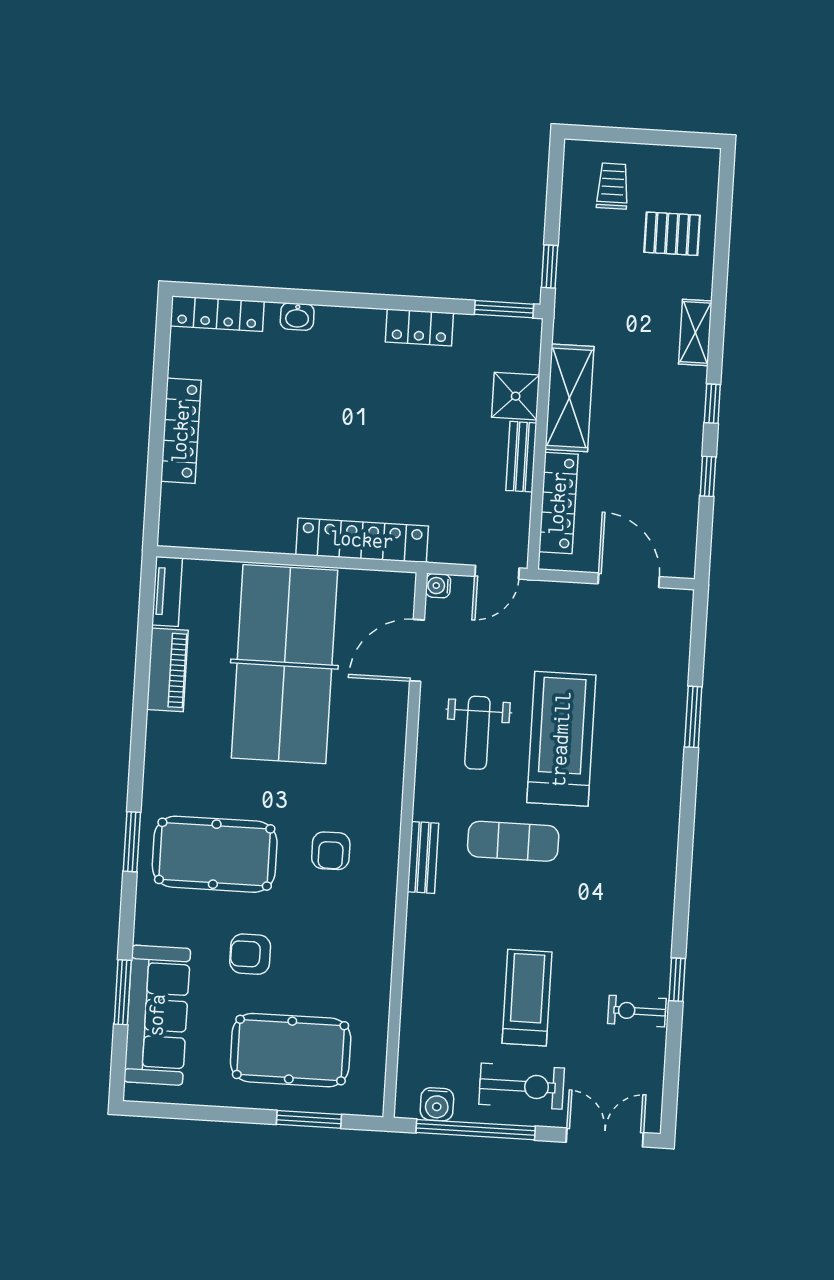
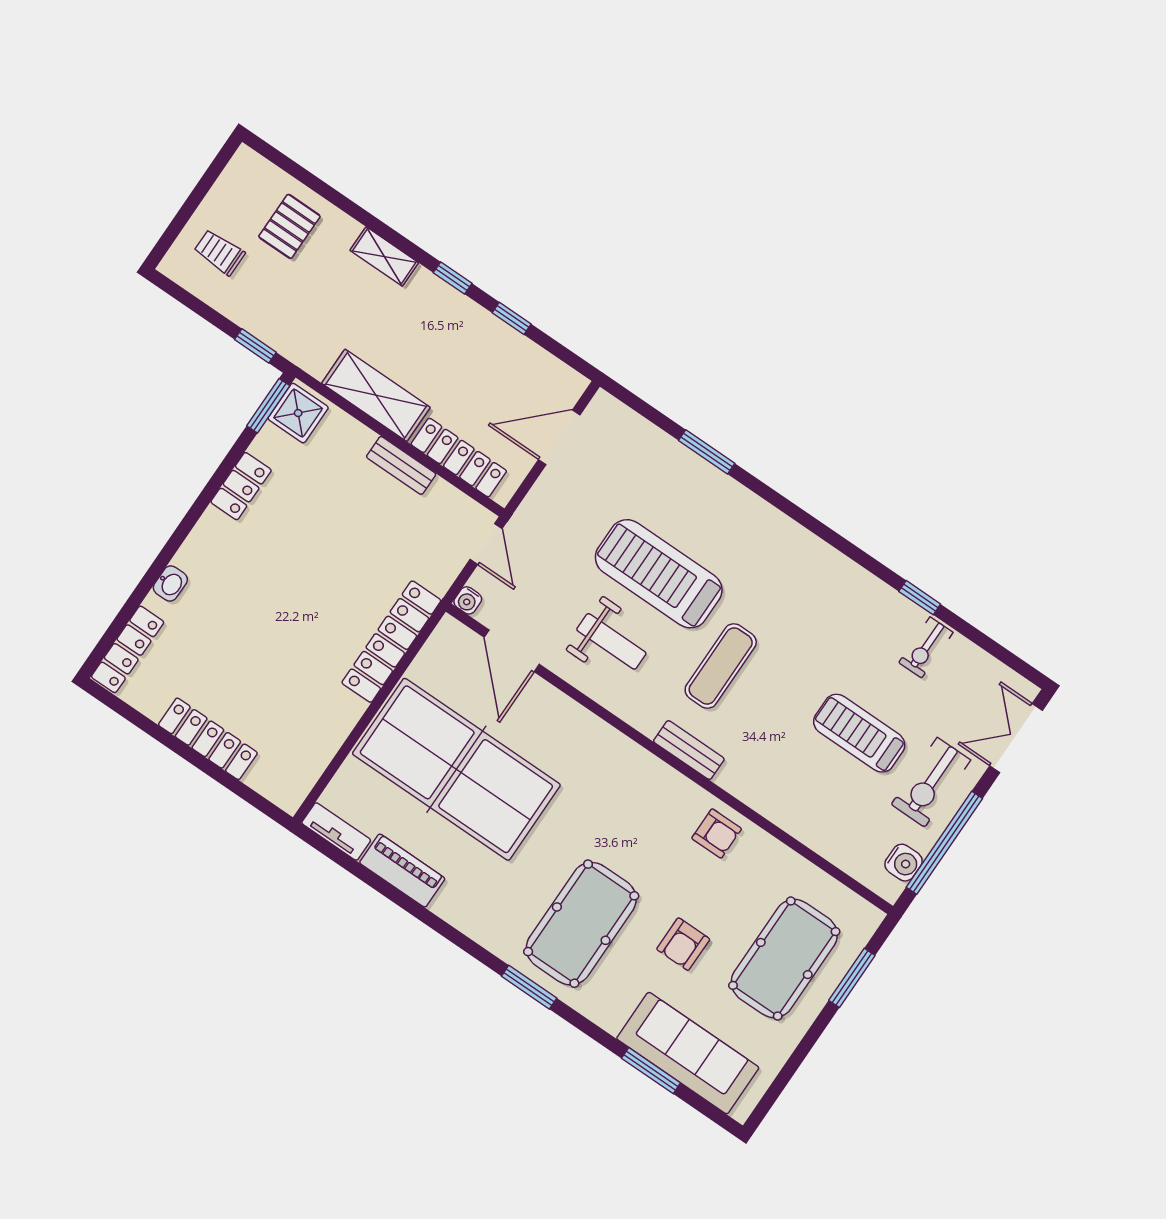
shower: (516, 396) -> (298, 413), moved
armchair: (331, 851) -> (717, 833), moved
exercise bike: (522, 1086) -> (931, 782), turned 180

